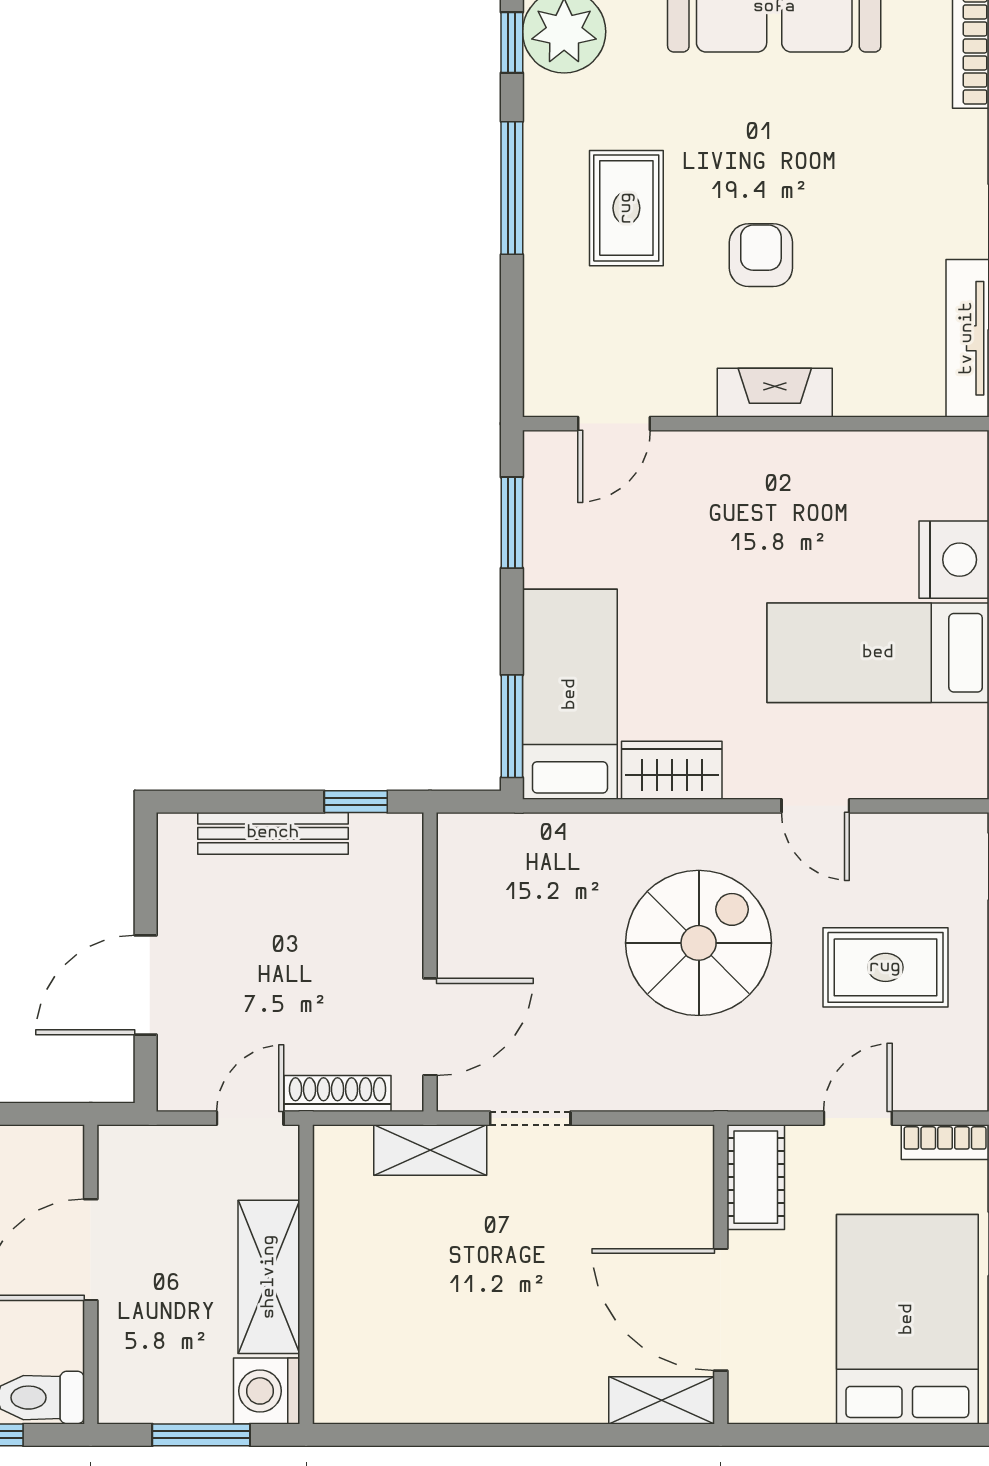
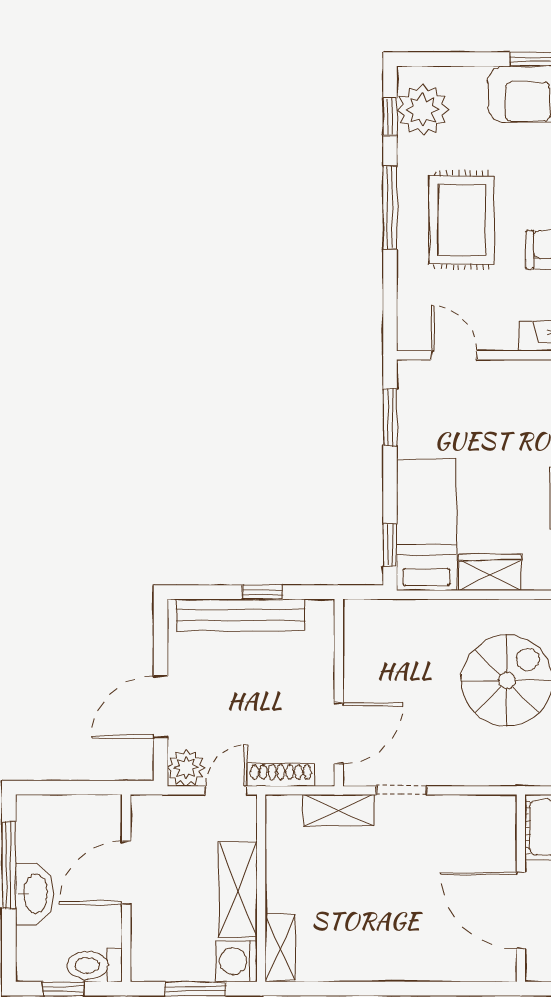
rug: (626, 208) -> (462, 220), width x1.36, depth x1.43
door: (614, 424) -> (454, 355), swing flipped
window: (512, 726) -> (390, 545), width x0.67
window: (356, 802) -> (262, 592), moved
bench: (273, 833) -> (240, 615), width x1.37, depth x1.21
plant: (186, 1082) -> (186, 768), added
shelving: (662, 1400) -> (280, 947), moved, turned 90

